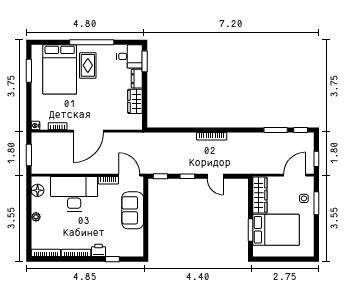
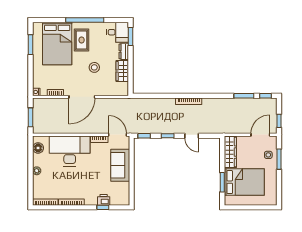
stool: (103, 97) -> (94, 67), added
printer: (99, 250) -> (104, 200), moved

